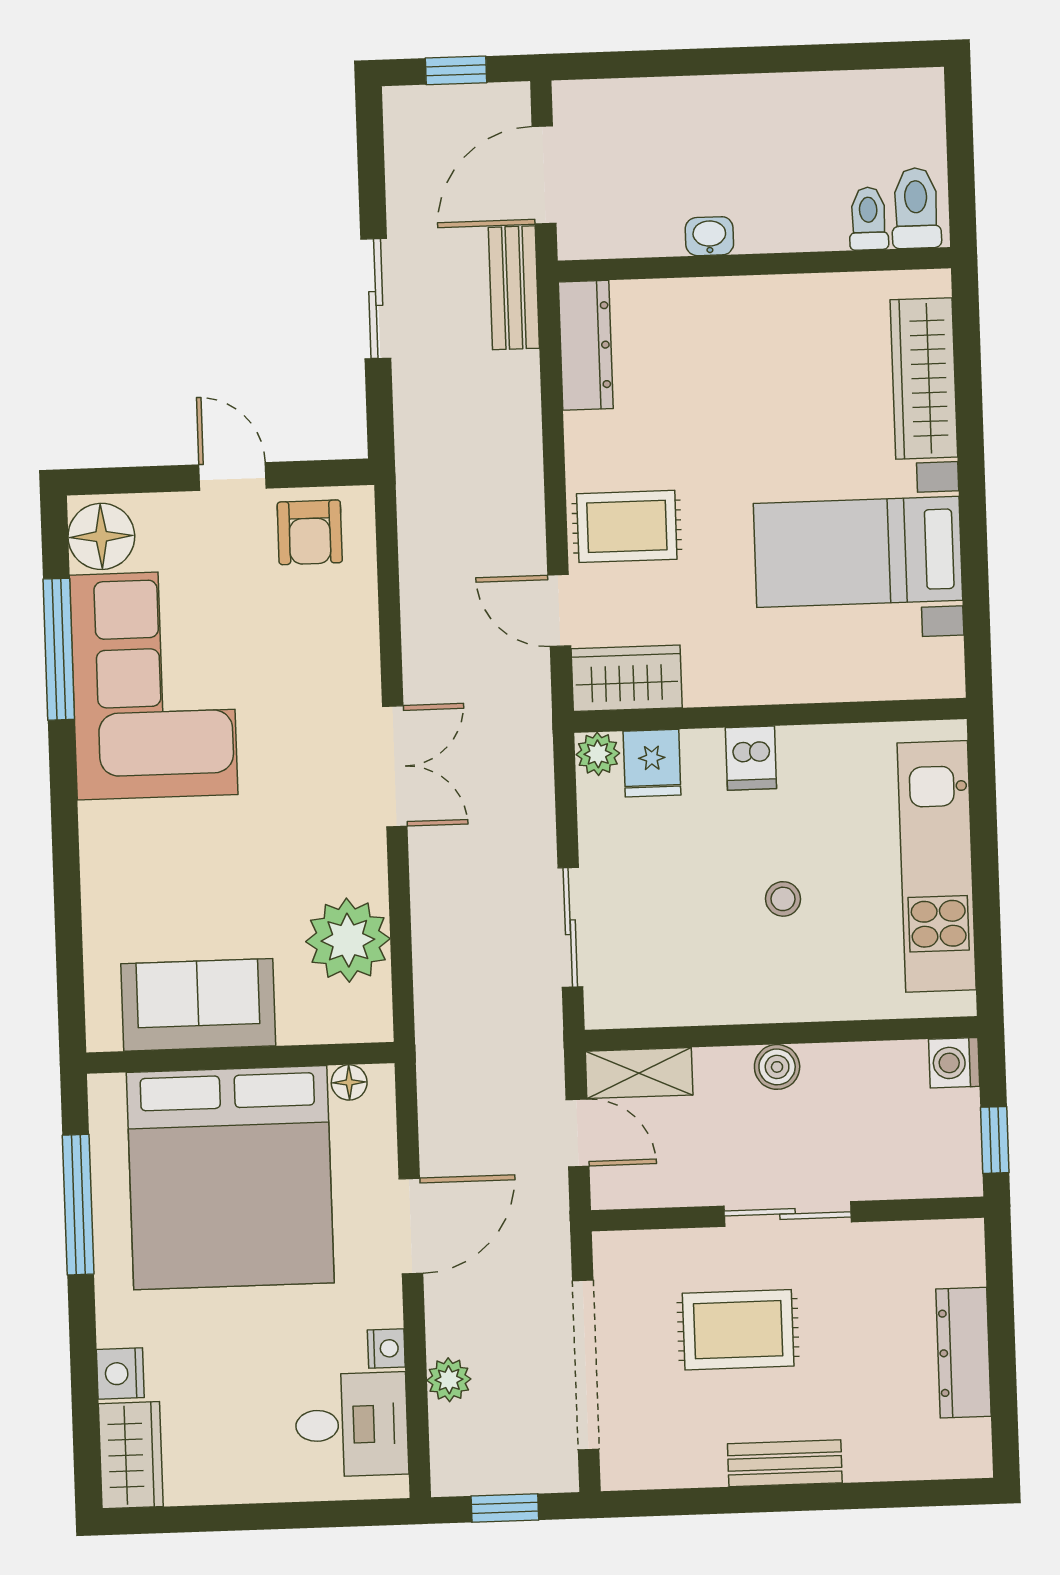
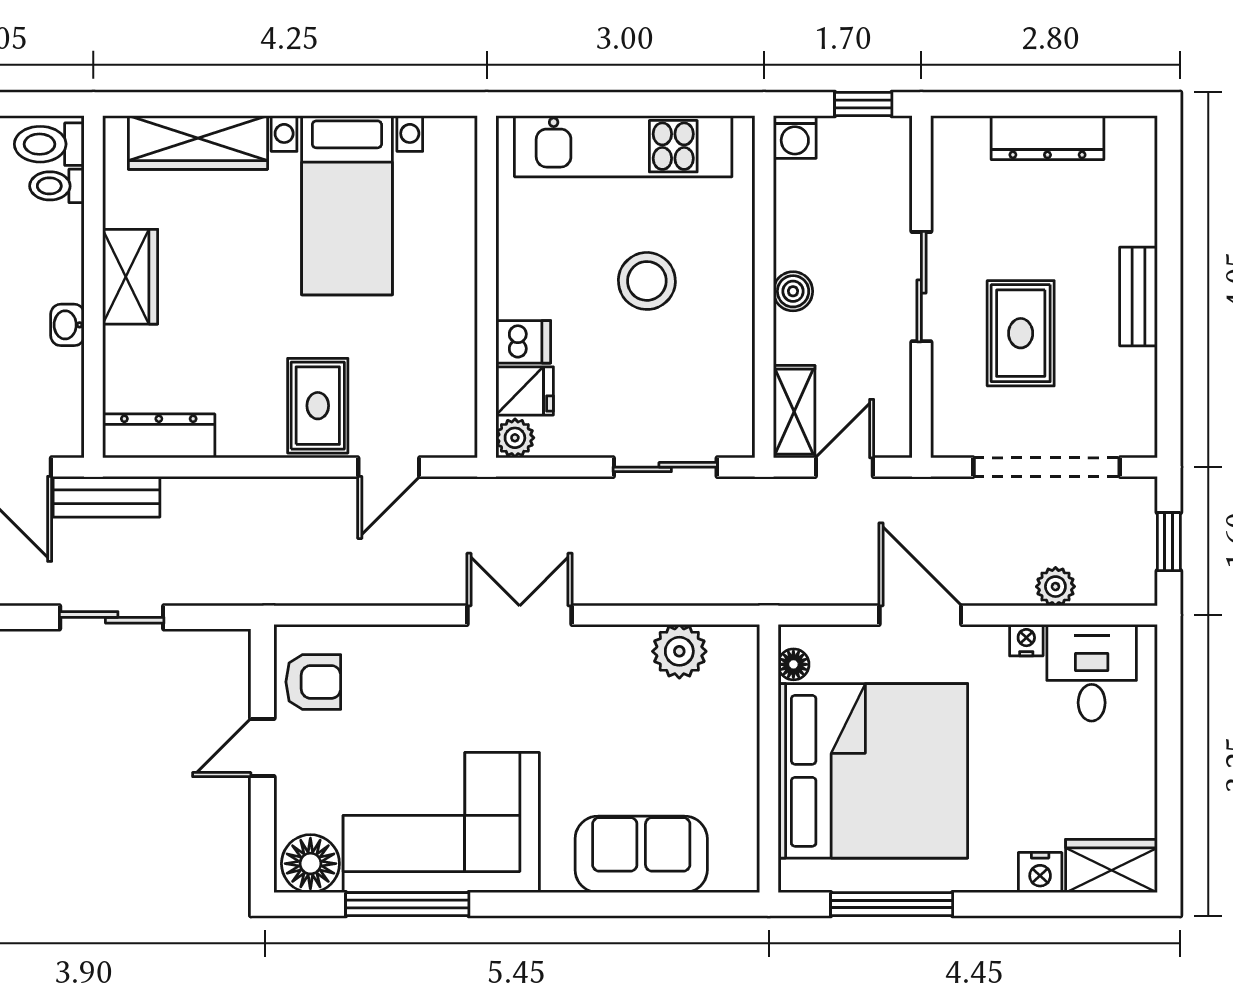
wardrobe: (627, 678) -> (130, 277), moved, turned 180
dishwasher: (751, 758) -> (523, 342), moved
stool: (783, 899) -> (647, 281), width x1.89, depth x1.89
plant: (348, 940) -> (679, 651), width x0.73, depth x0.73
sofa: (198, 1005) -> (641, 854), moved, turned 90

